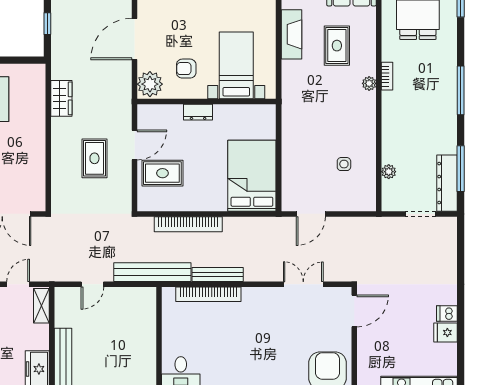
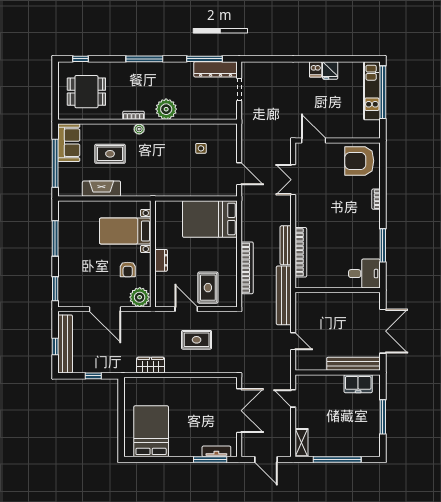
plant: (389, 172) -> (166, 109), moved, width x1.88, depth x1.88
shelving: (41, 306) -> (310, 380), removed

